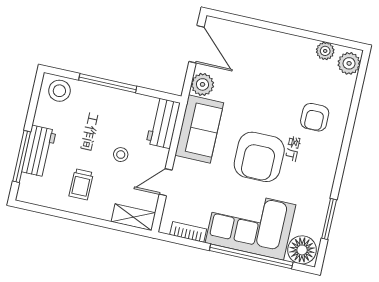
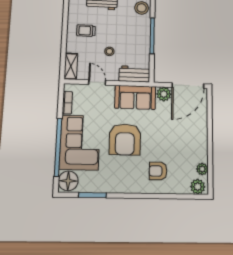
door: (197, 44) -> (188, 86), width x1.36
armchair: (259, 157) -> (125, 139), turned -90

